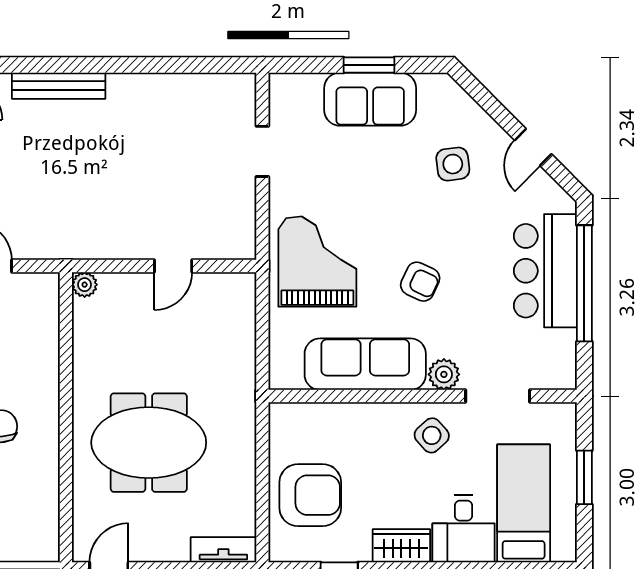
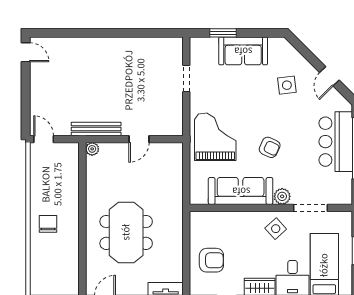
window: (369, 65) -> (223, 33), moved
bench: (59, 86) -> (96, 129), moved
meeting table: (149, 443) -> (126, 232), turned 90
armchair: (310, 495) -> (211, 260), width x0.73, depth x0.73

